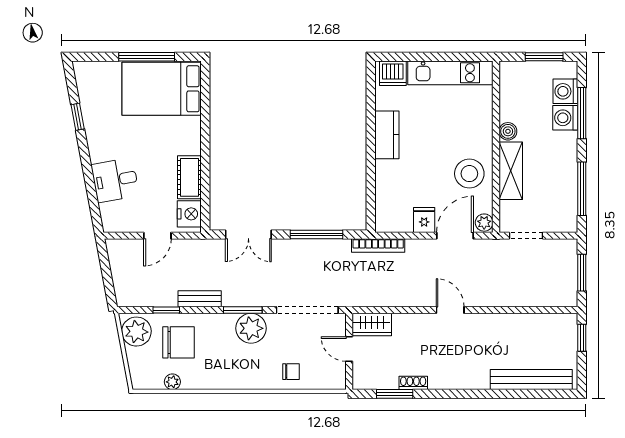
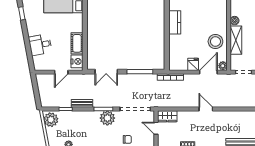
chair: (178, 342) -> (72, 125), removed

